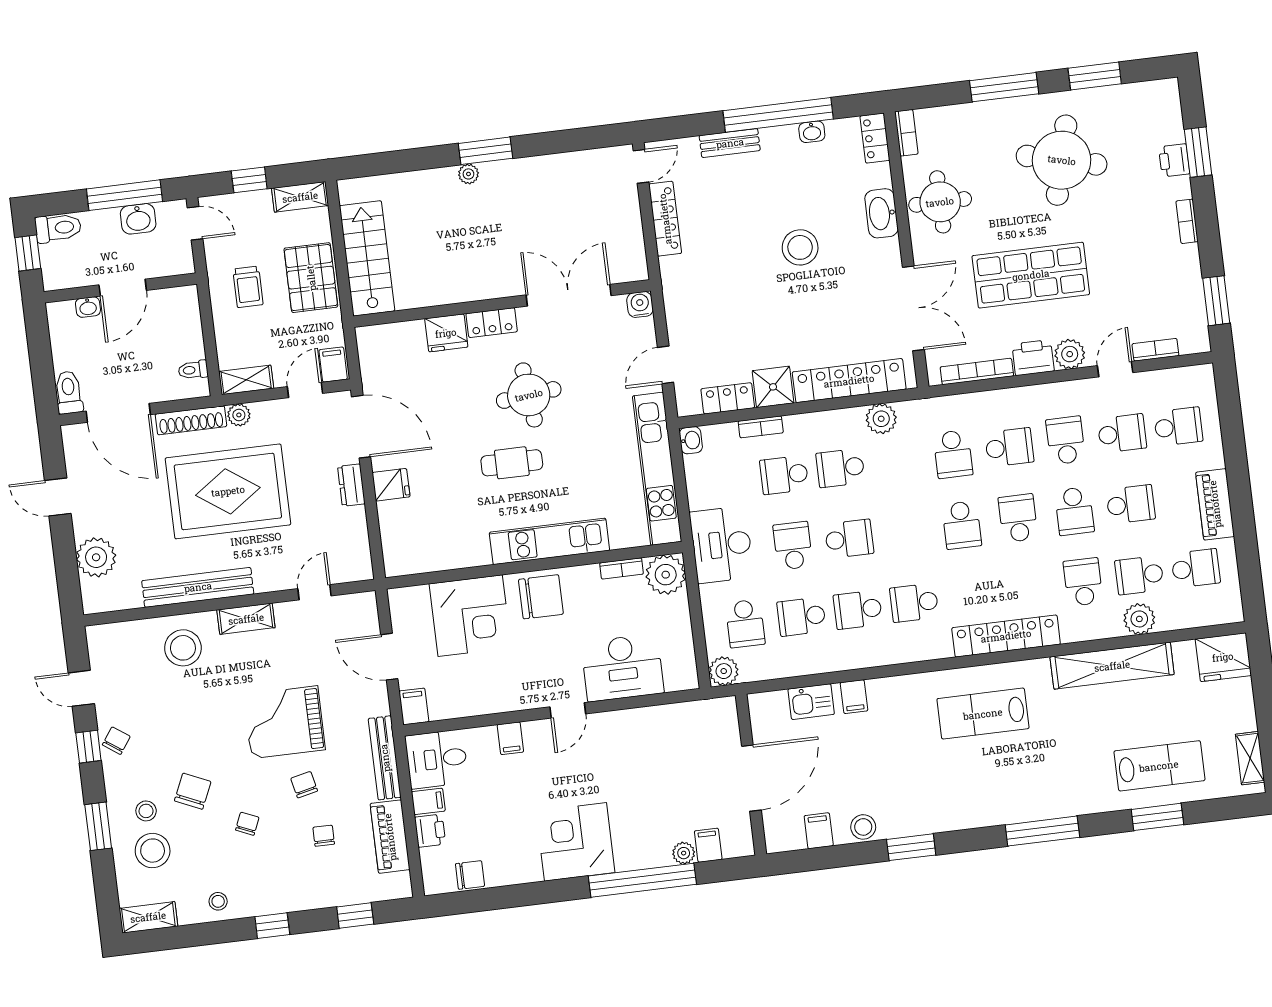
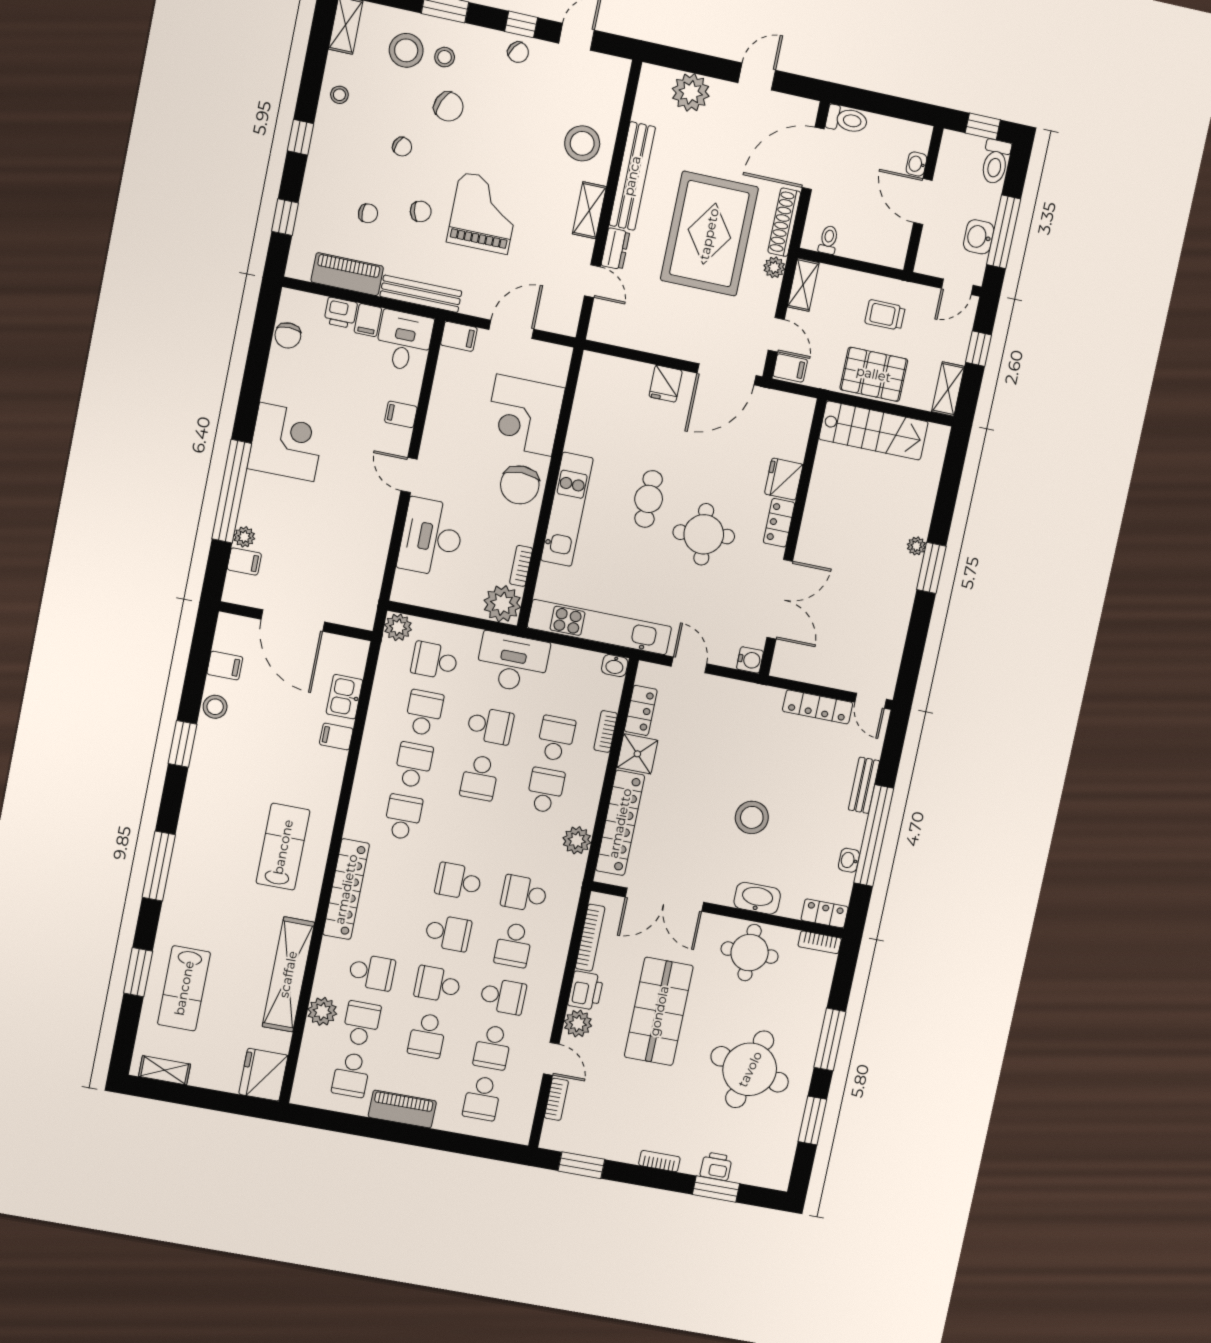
dresser: (351, 485) -> (615, 249), moved, turned 90

